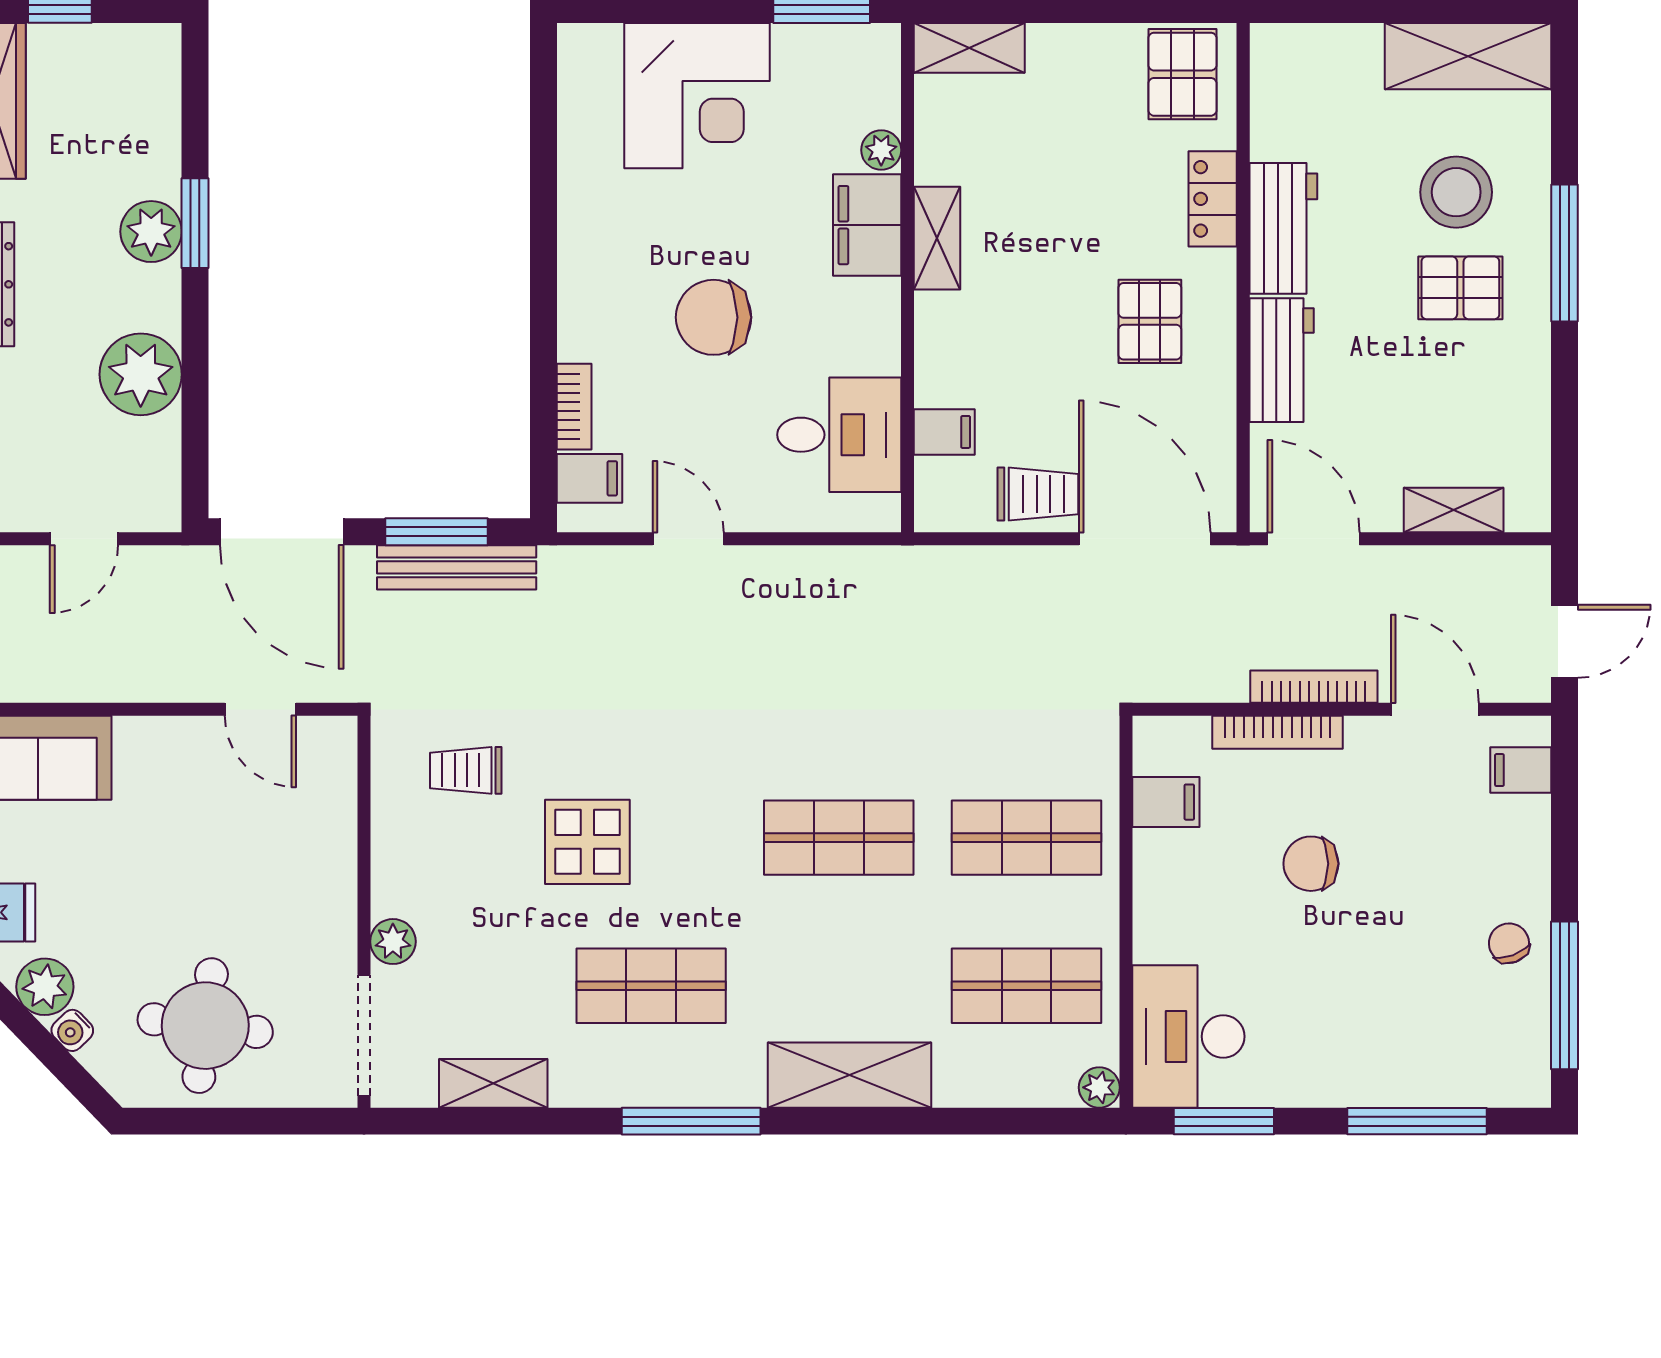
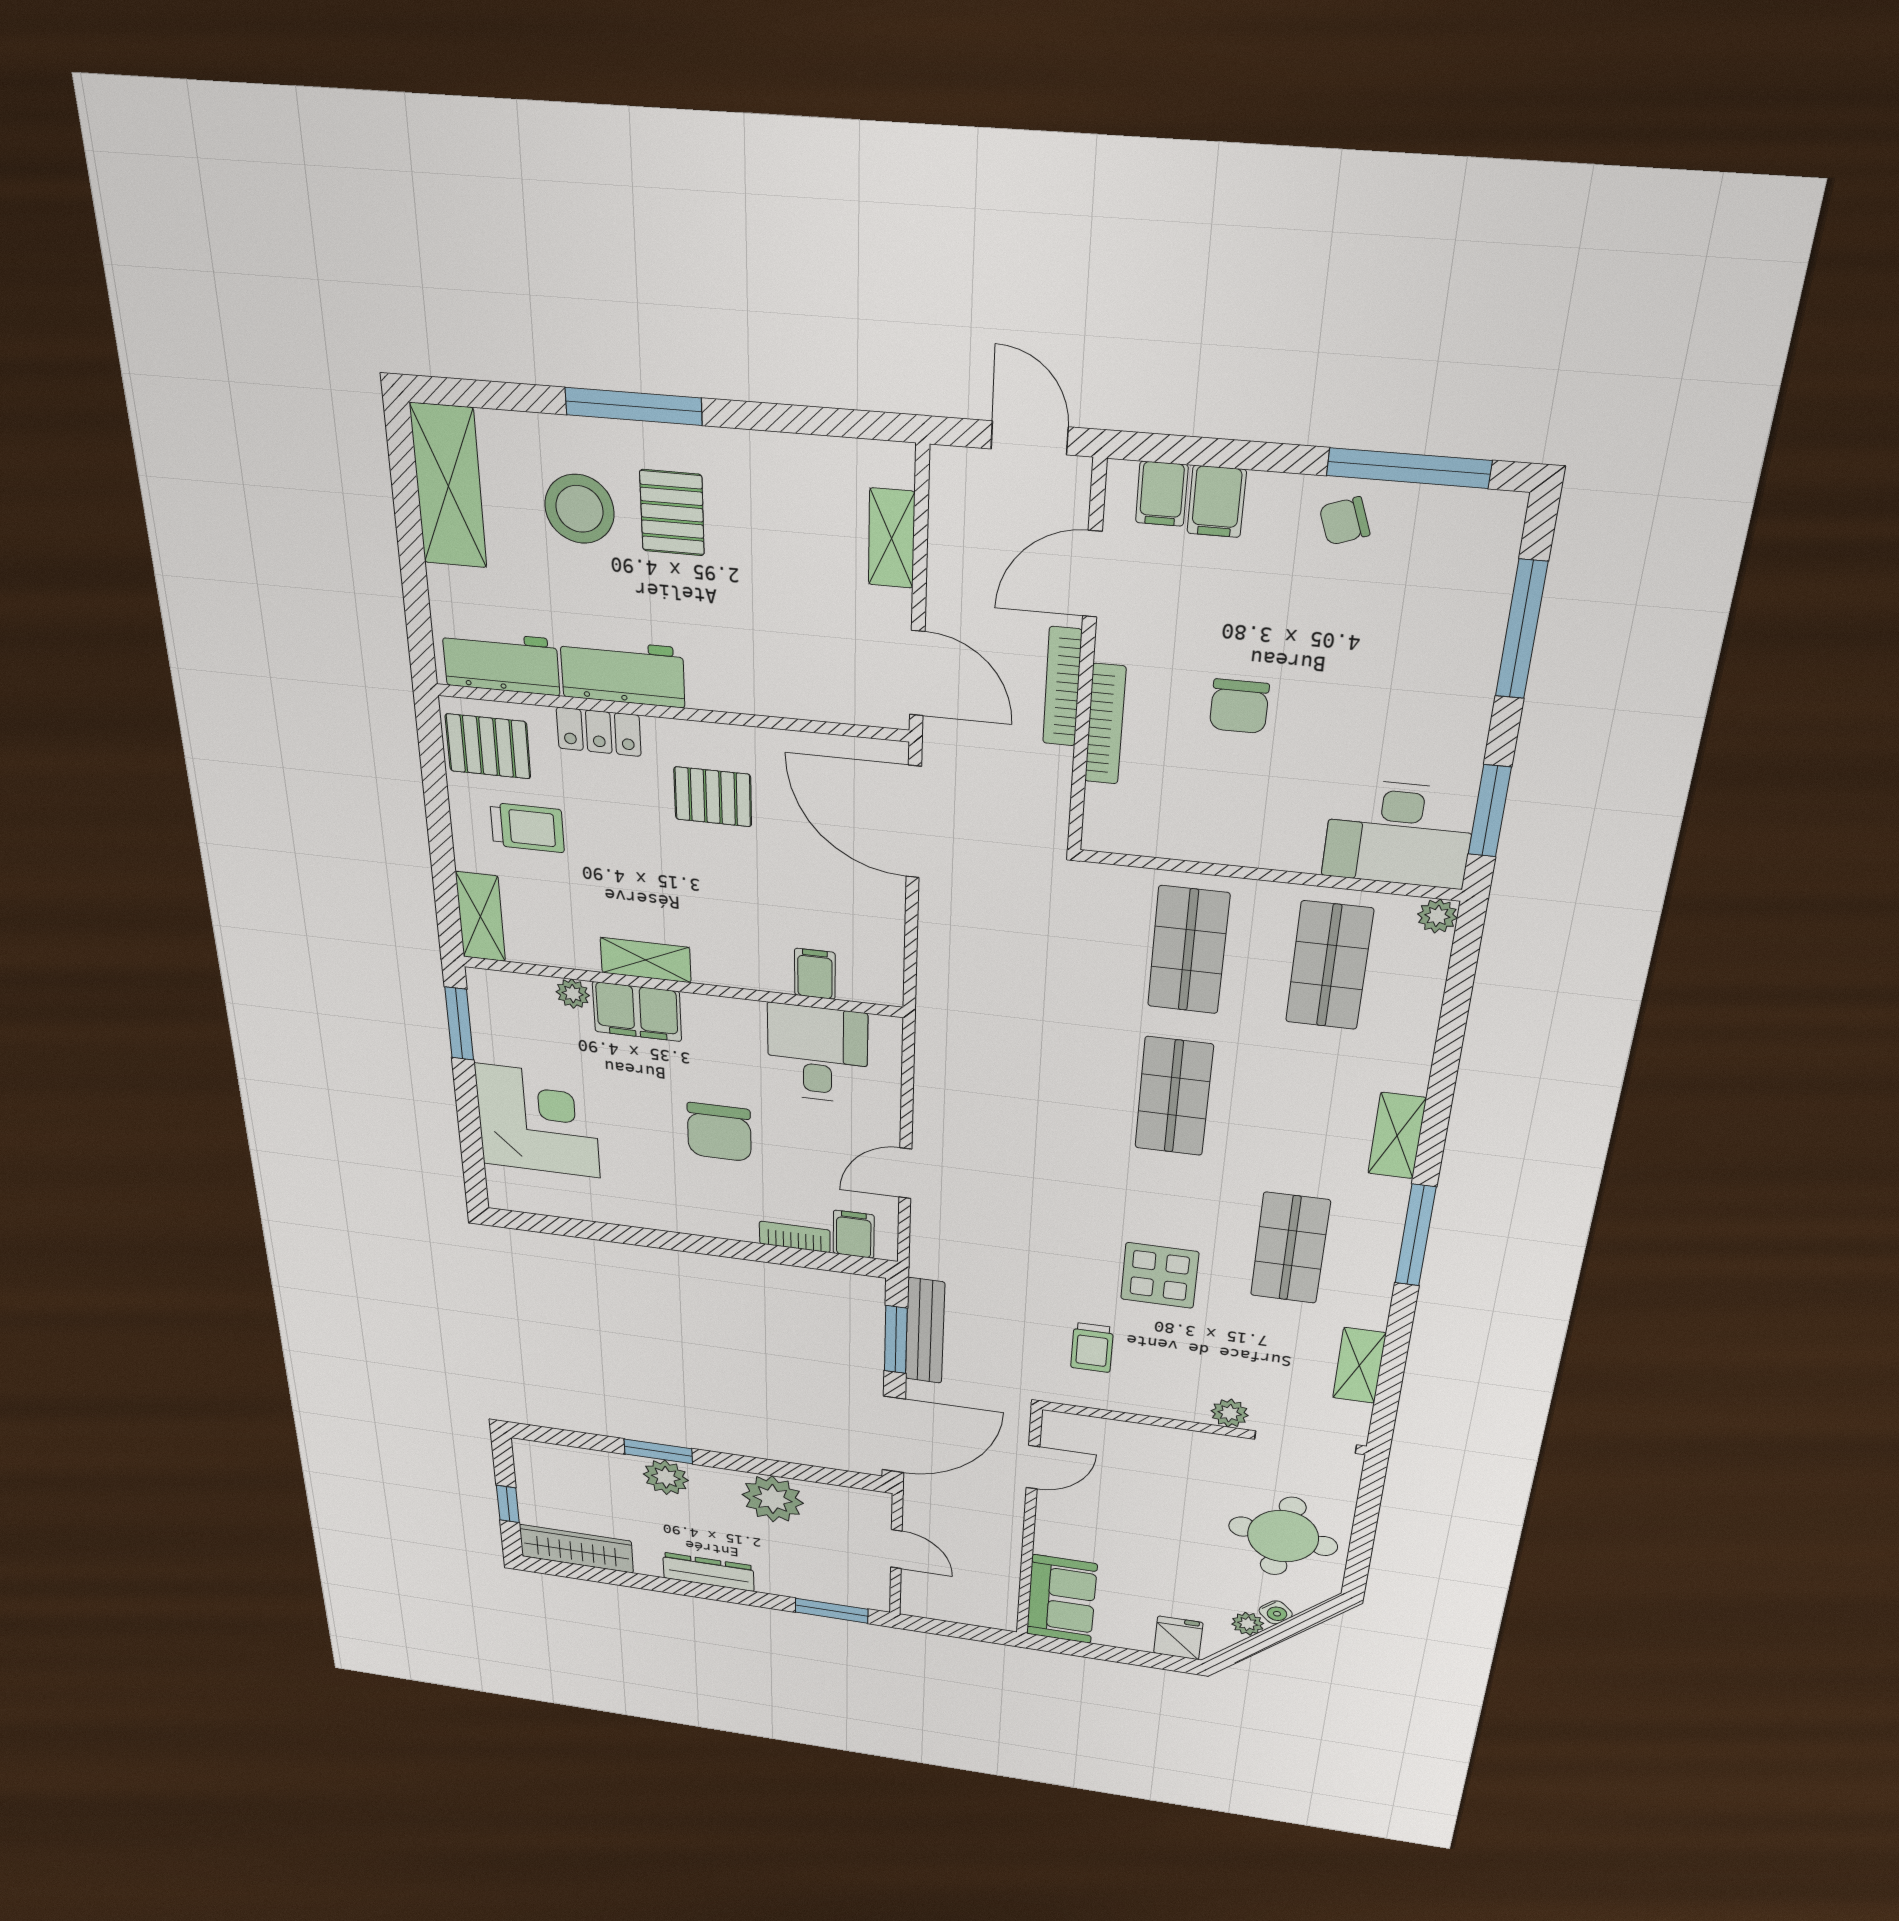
workbench: (1282, 360) -> (501, 662), moved
trolley: (1038, 494) -> (527, 828), moved, turned 90
door: (1145, 539) -> (914, 822), hinge flipped
door: (1314, 539) -> (917, 673), swing flipped
filing cabinet: (1166, 802) -> (1217, 502), moved, turned 180
plant: (45, 987) -> (1248, 1624), width x0.73, depth x0.73
shelving: (849, 1075) -> (1397, 1136), width x0.67, depth x0.75

